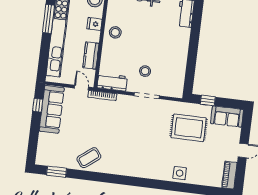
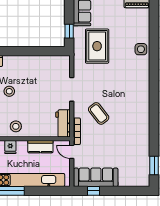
stool: (145, 71) -> (9, 91), moved
door: (81, 88) -> (72, 152), hinge flipped
coffee table: (89, 158) -> (99, 113), moved

